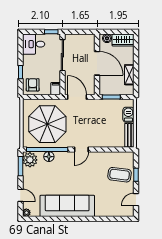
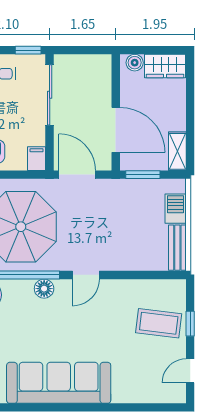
door: (97, 63) -> (116, 130), moved
shelving: (129, 75) -> (177, 151), moved
floor lamp: (49, 157) -> (44, 289), moved

